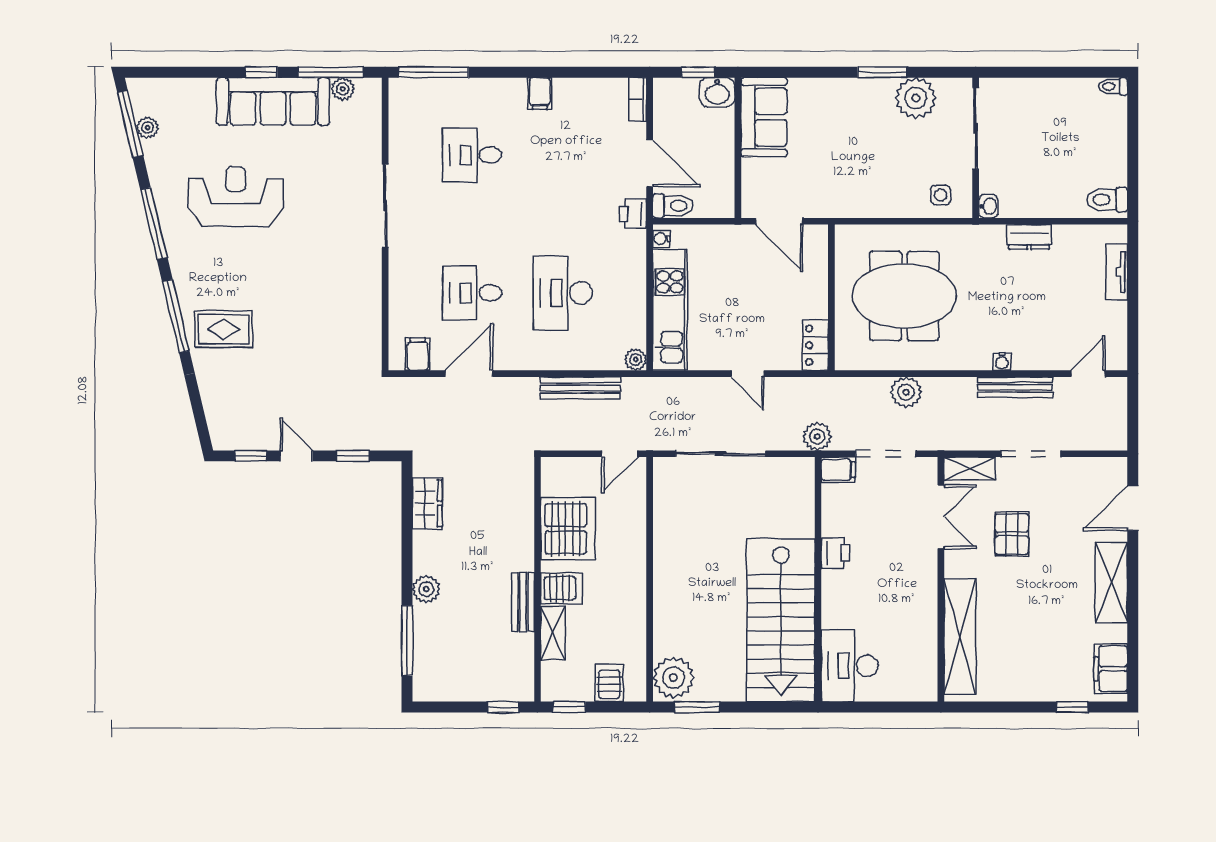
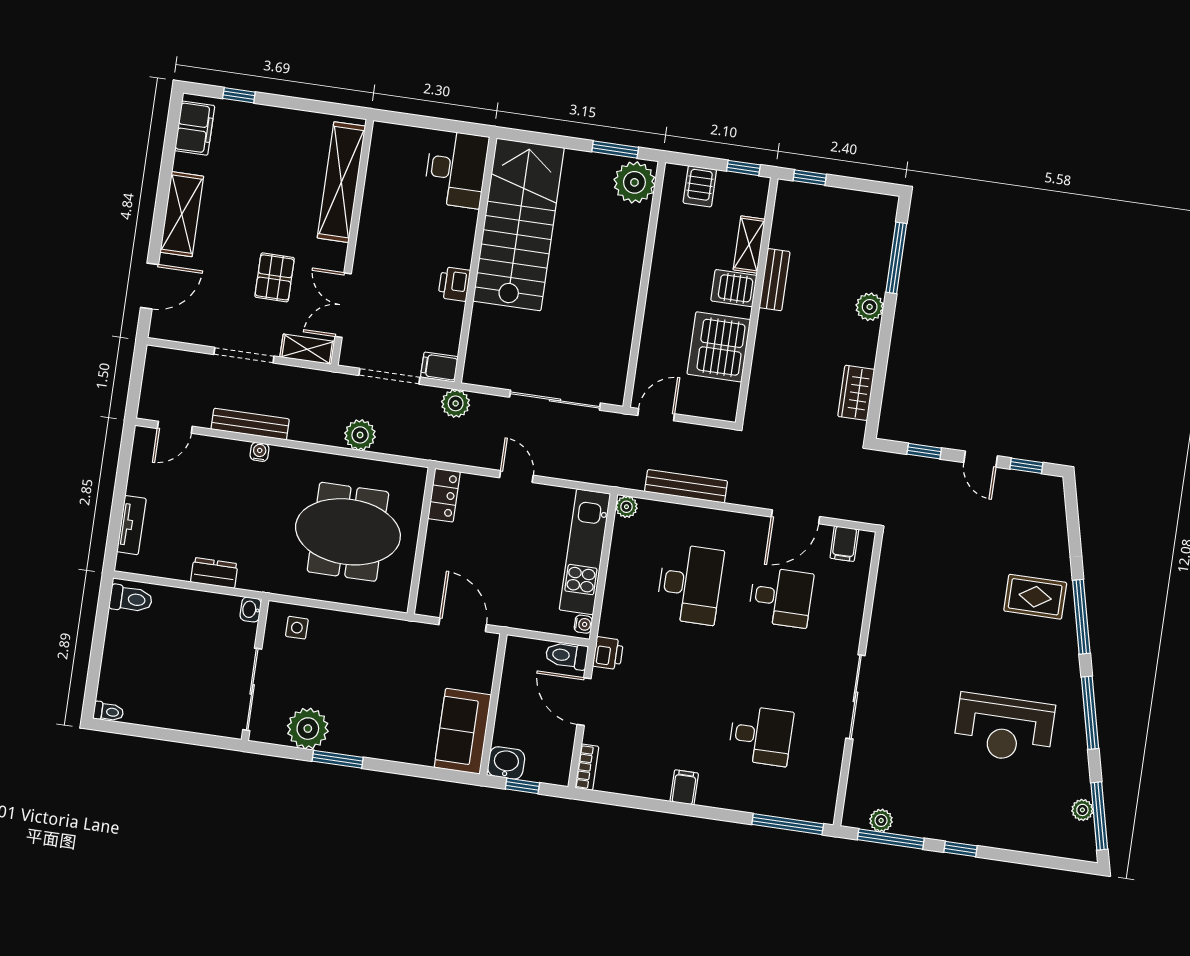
sofa: (273, 101) -> (953, 818), removed

